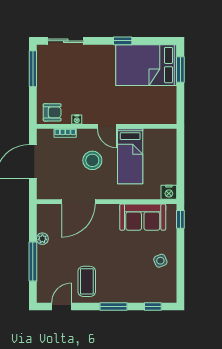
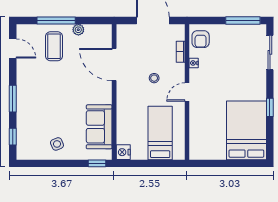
window: (180, 69) -> (242, 163), removed
bed: (130, 156) -> (160, 133), moved, turned 90
stool: (92, 160) -> (154, 78), width x0.53, depth x0.53
coffee table: (87, 281) -> (54, 46), moved, turned 90

